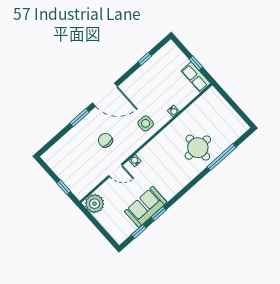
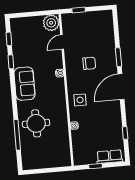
row of seats: (196, 77) -> (110, 157), moved
door: (116, 170) -> (62, 42), moved
sofa: (146, 207) -> (25, 84), moved

